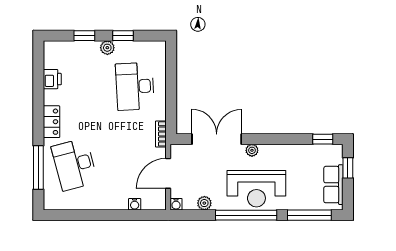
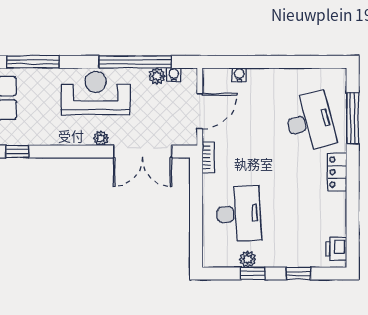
plant: (107, 48) -> (248, 259), moved
printer: (52, 79) -> (336, 249), moved
water cooler: (176, 204) -> (174, 75), moved
window: (246, 215) -> (135, 62), moved

